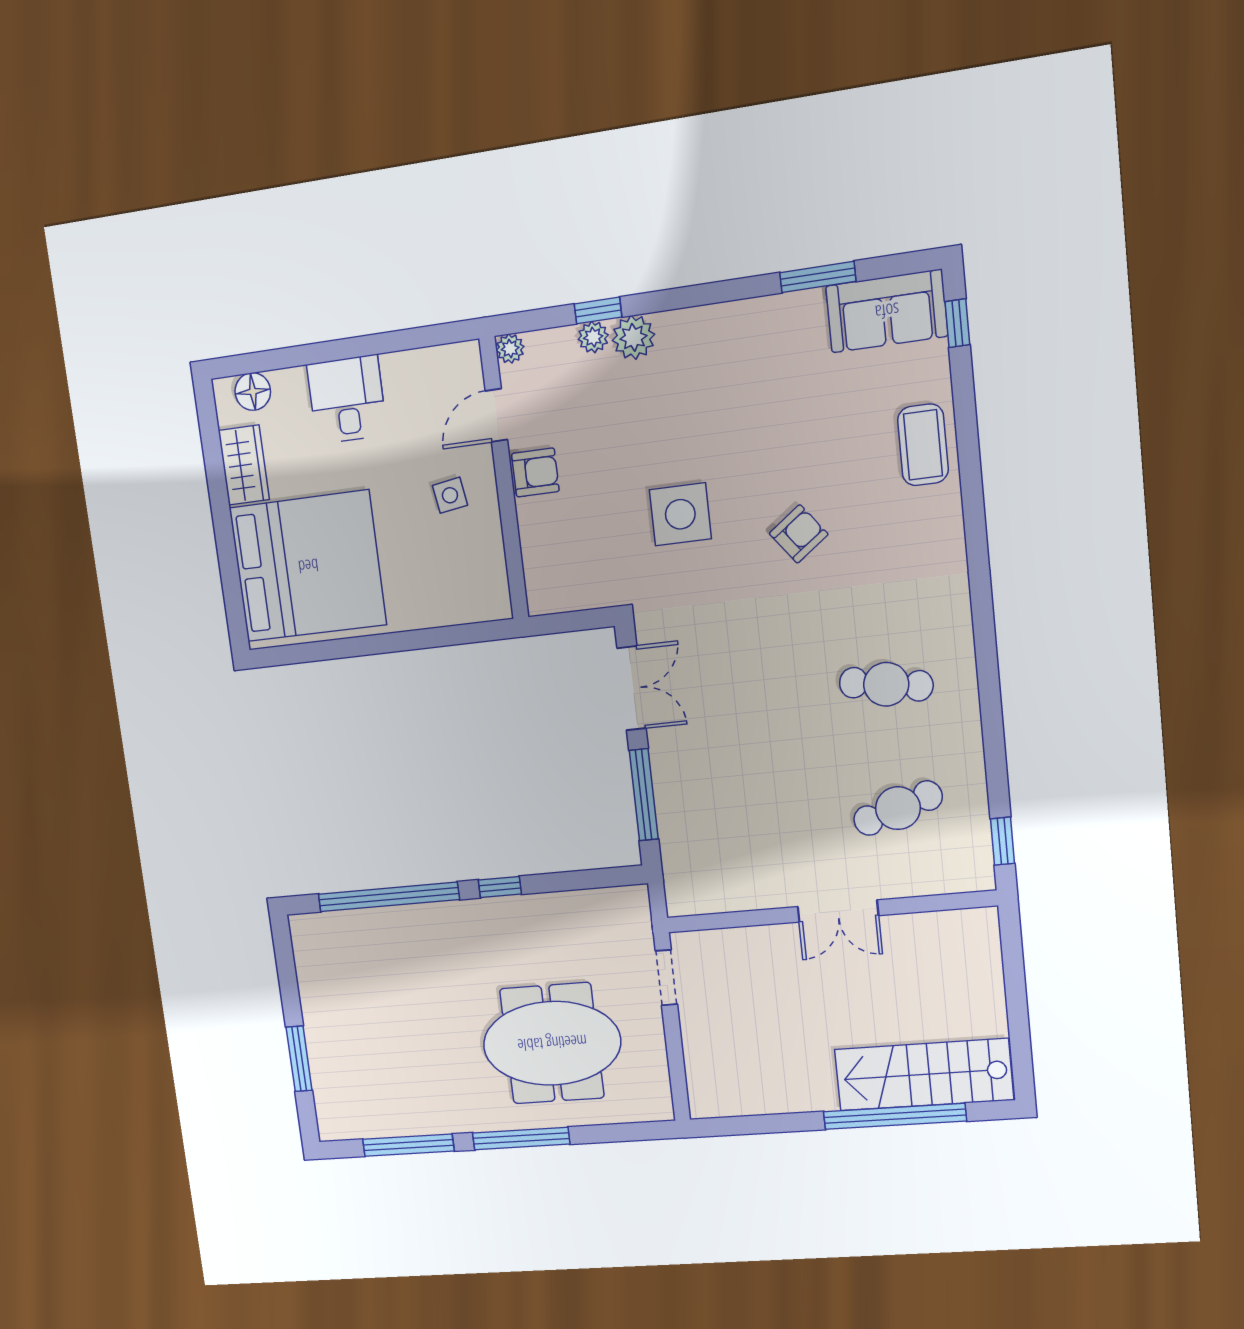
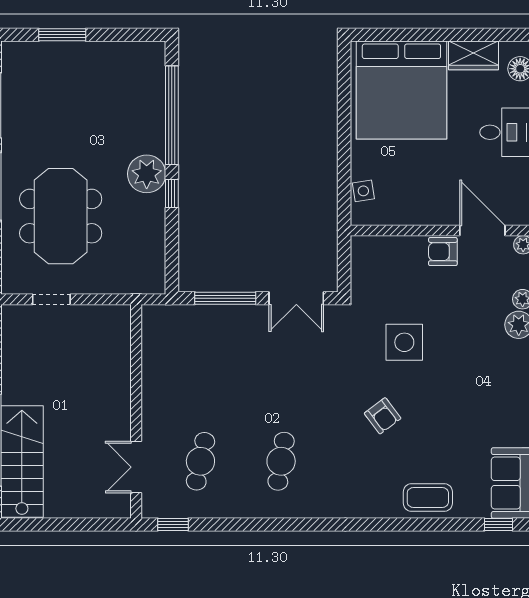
door: (496, 415) -> (482, 230), width x1.38
armchair: (535, 472) -> (443, 252), turned 90
side table: (450, 495) -> (363, 191), moved
cafe table: (898, 808) -> (200, 461), turned 30
double door: (838, 911) -> (136, 467), moved
plant: (476, 926) -> (147, 174), added
doorway: (666, 978) -> (51, 299), moved

